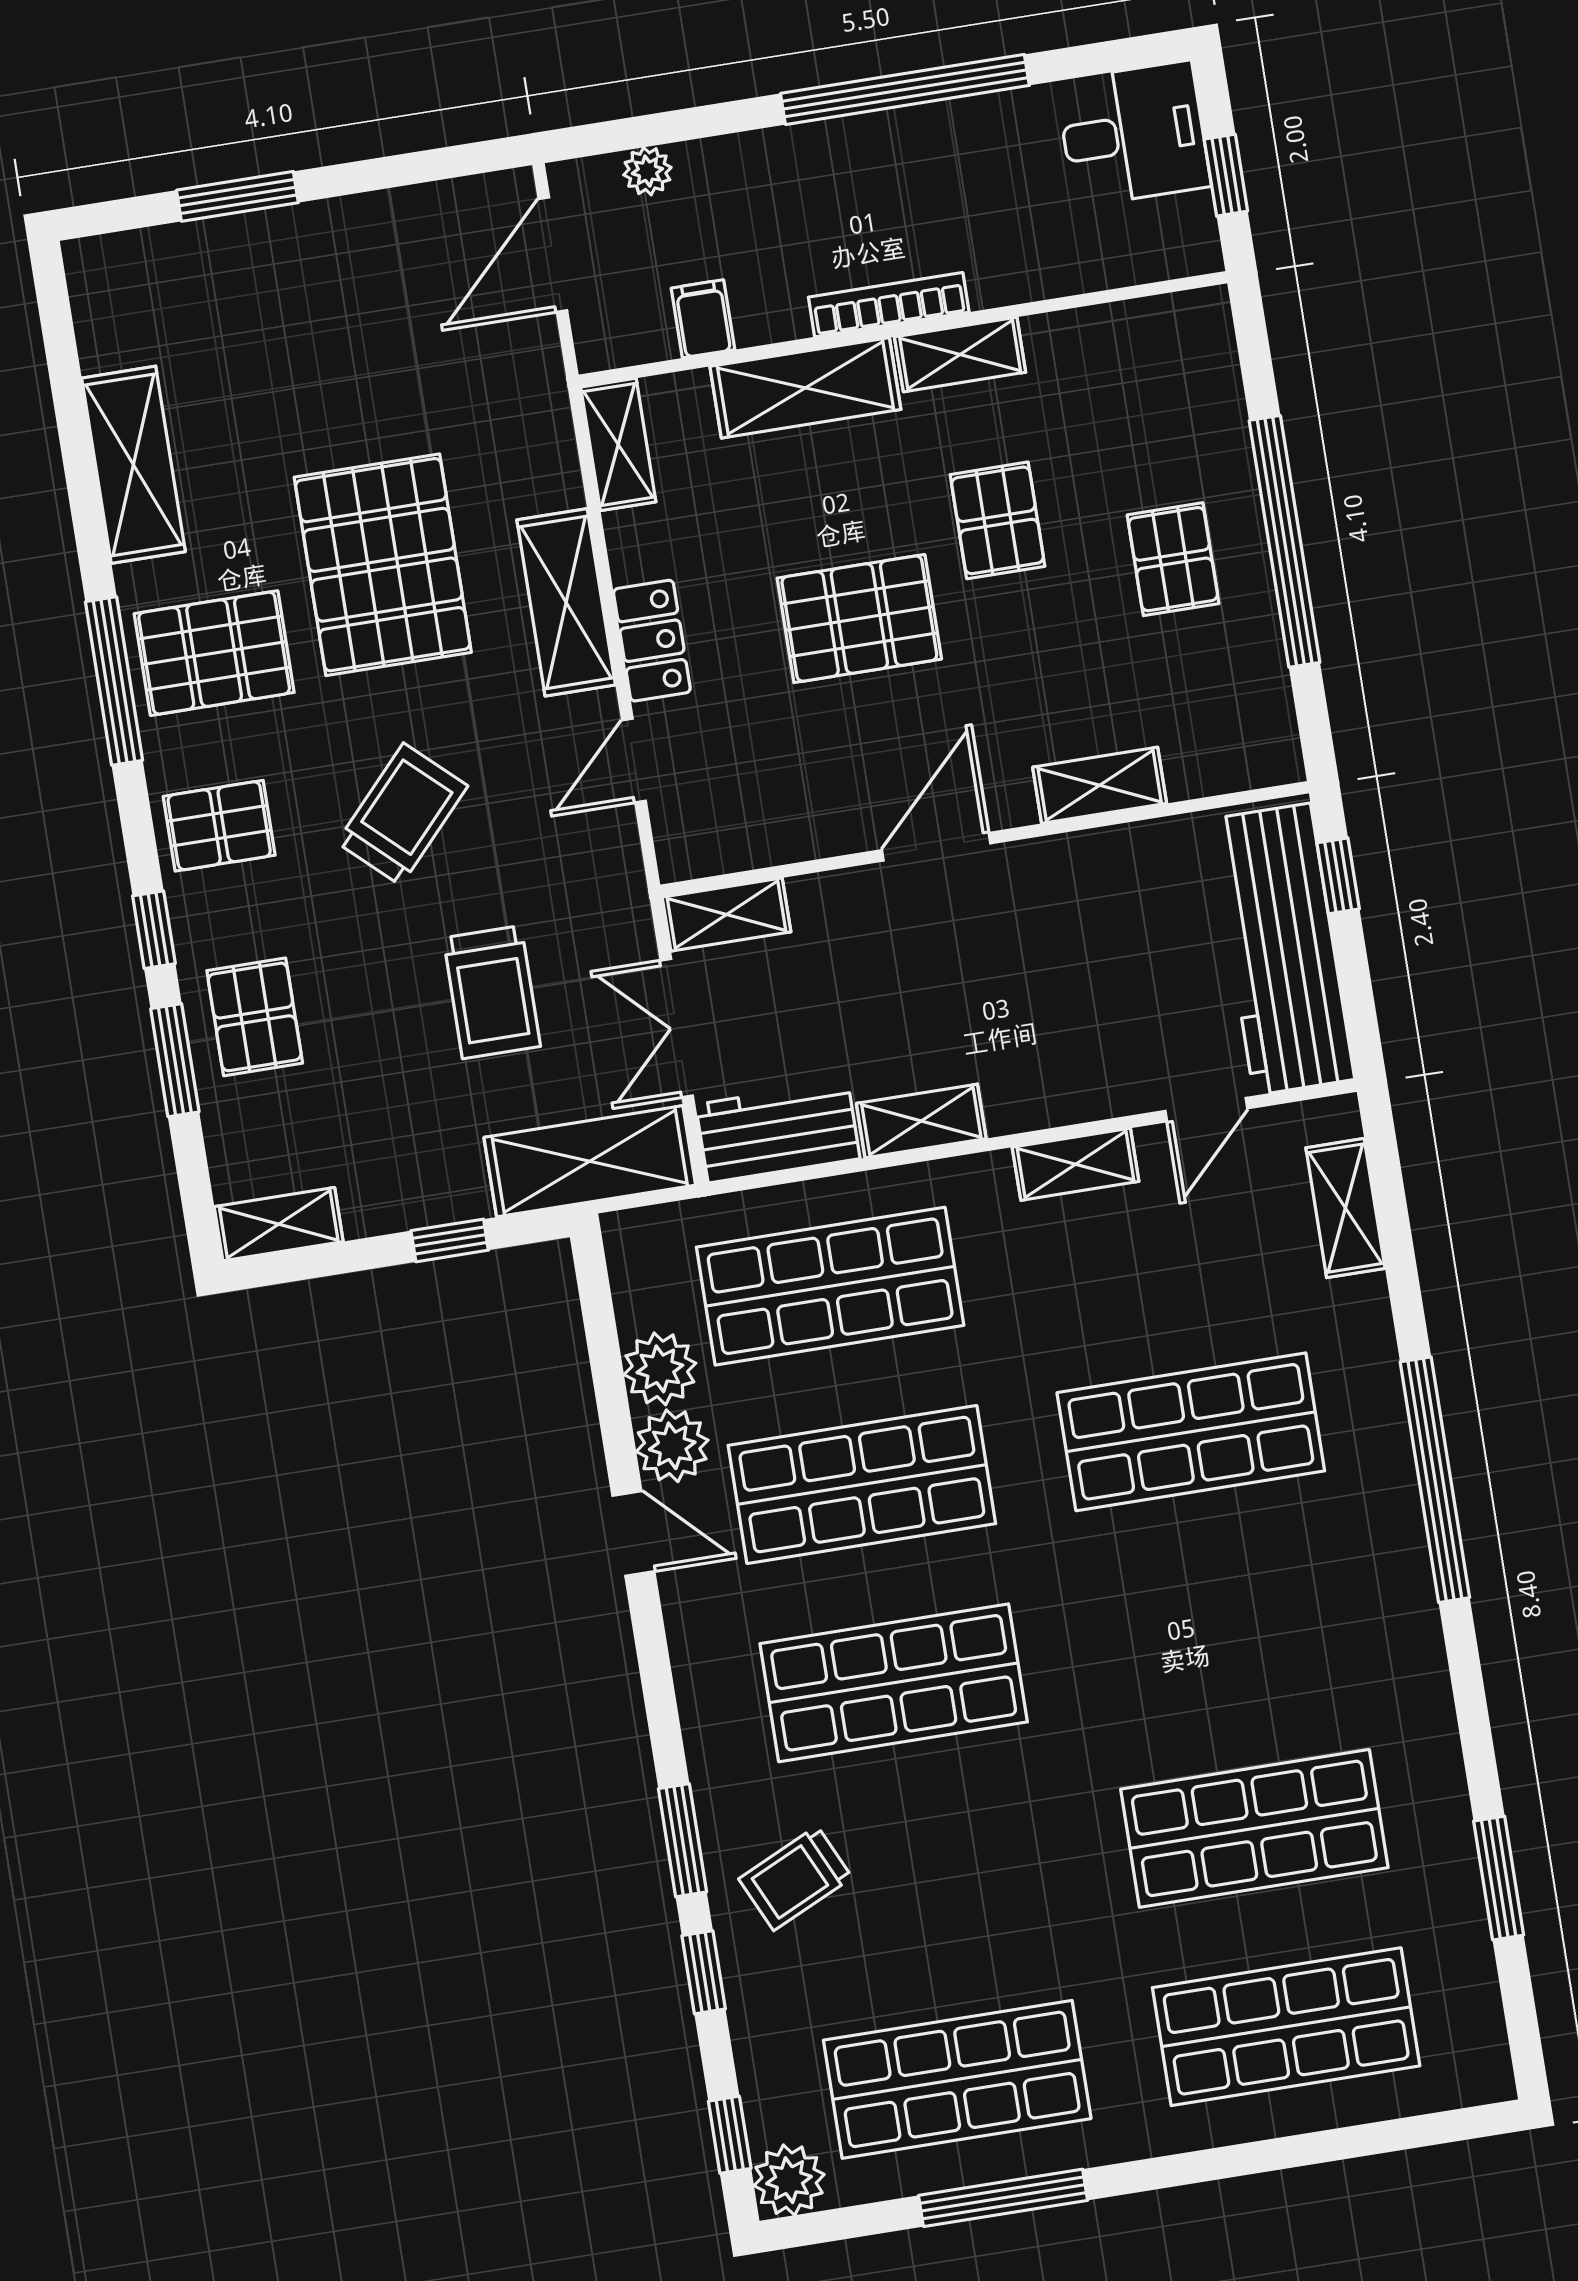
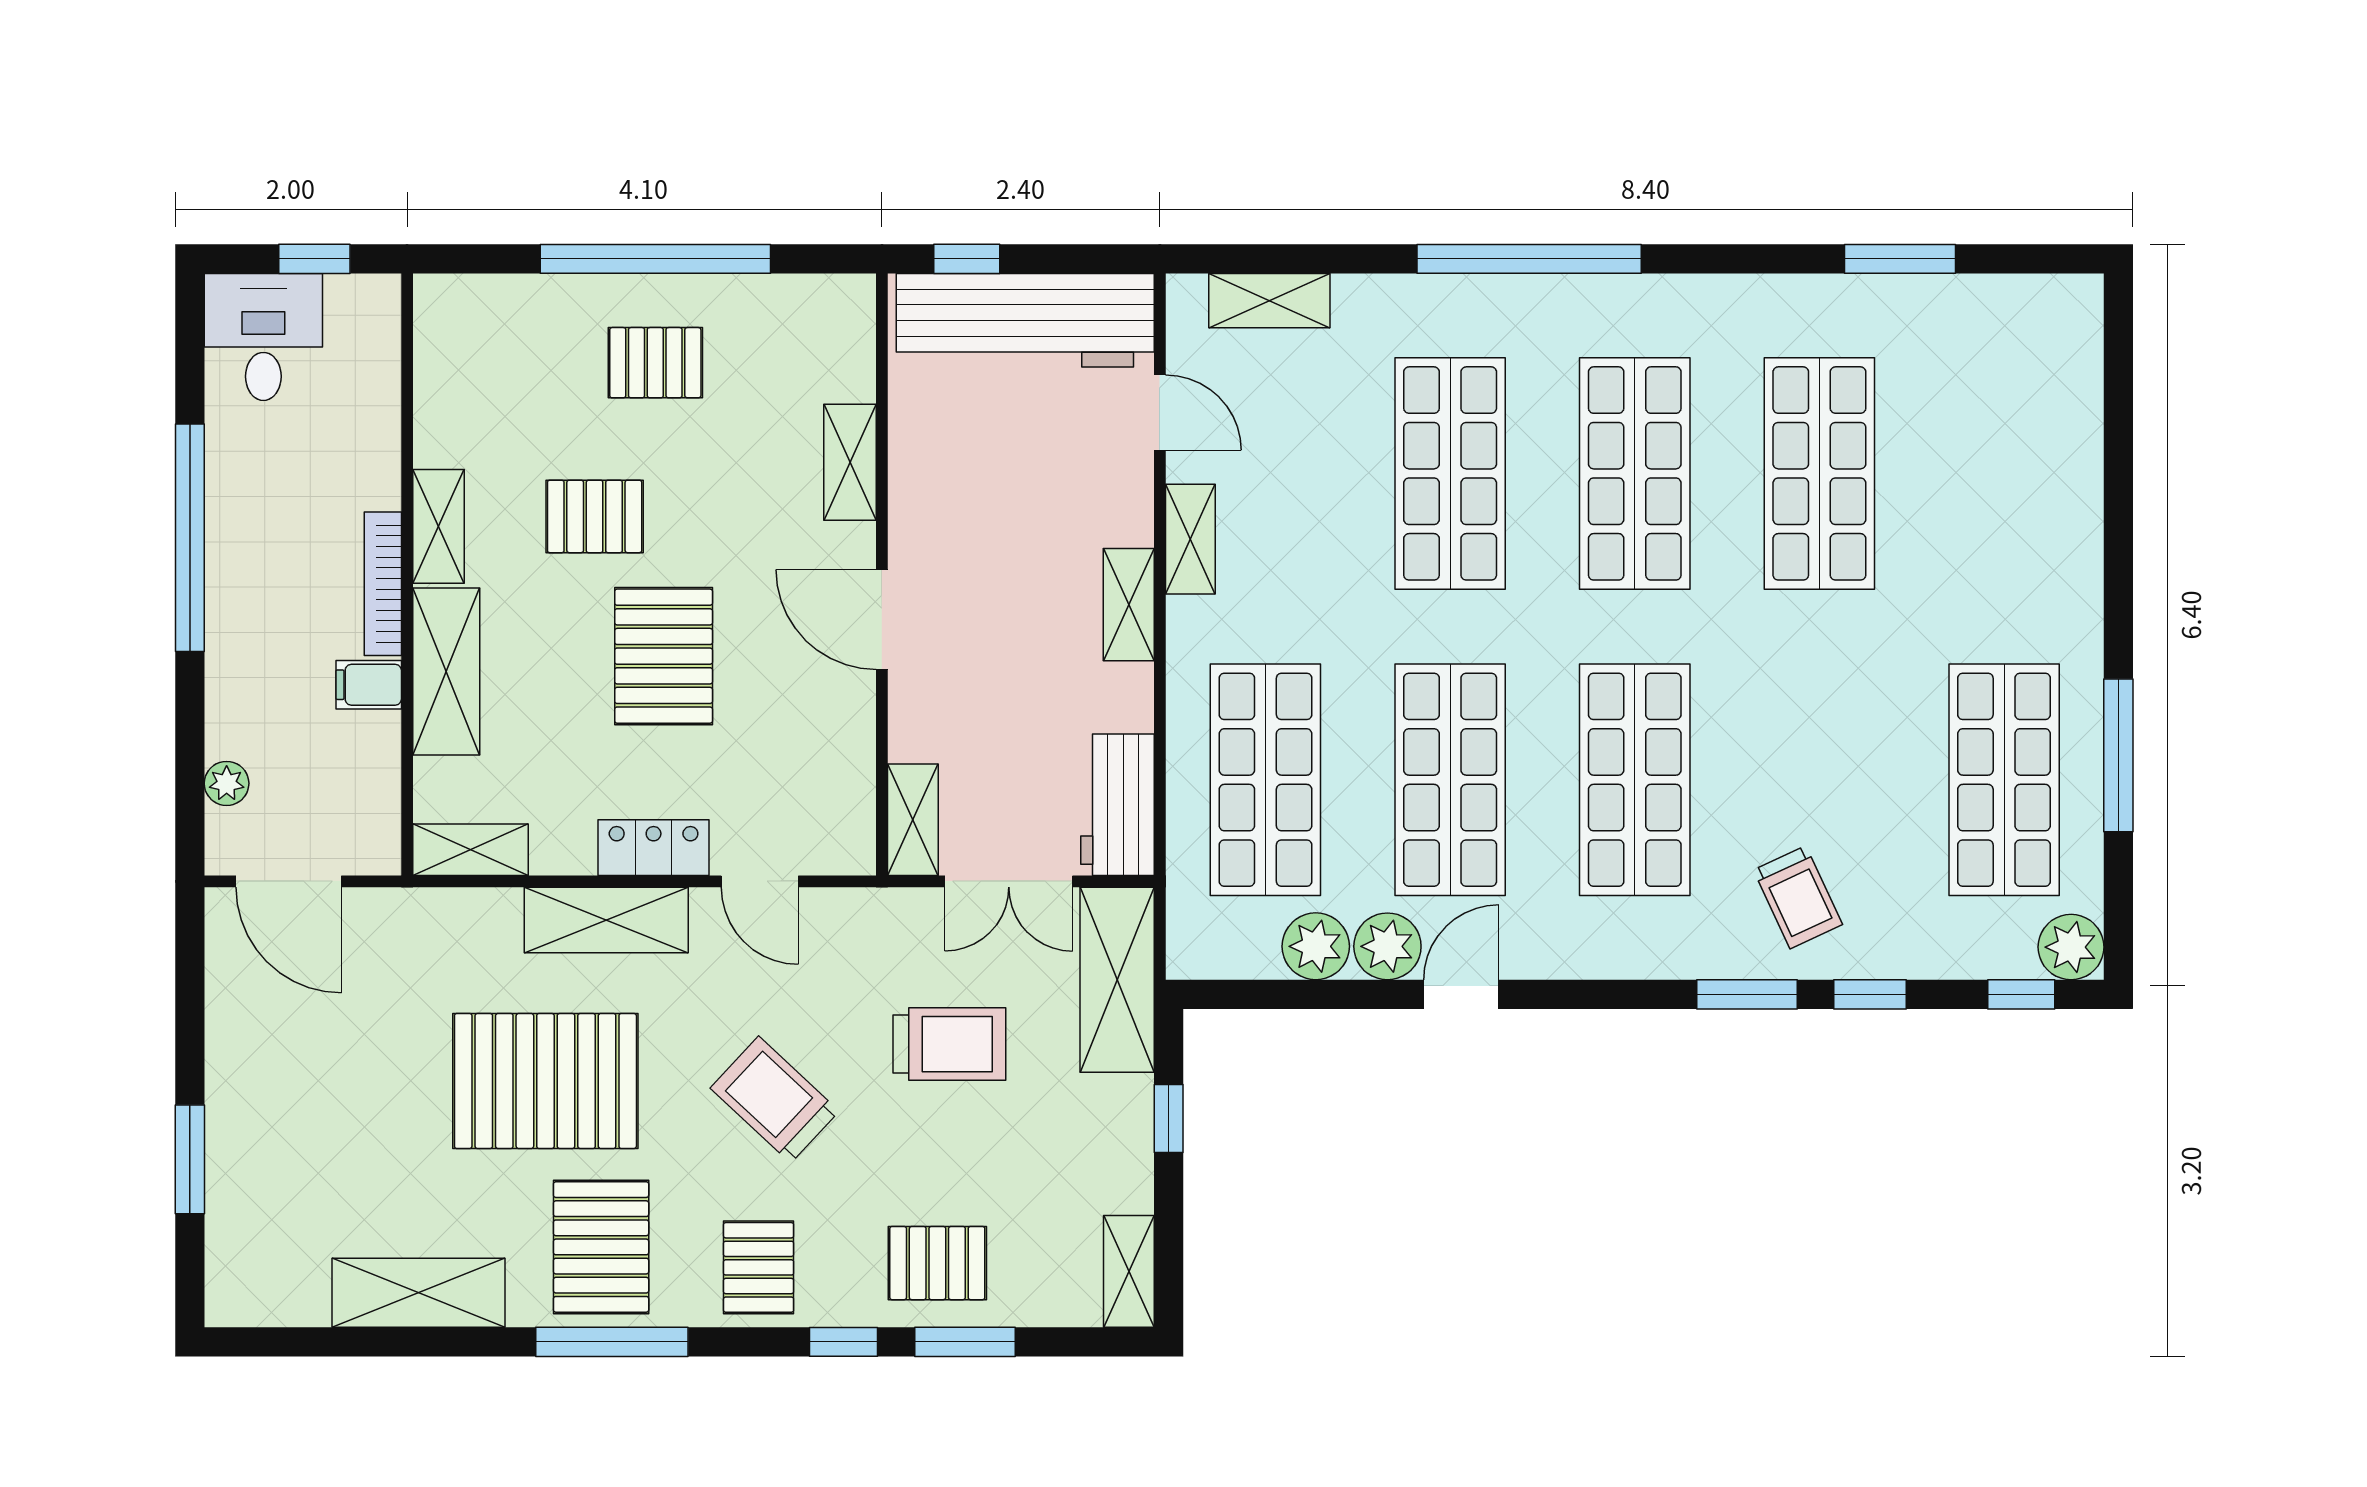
filing cabinet: (703, 319) -> (369, 685), moved
shelving: (921, 1121) -> (1129, 605), moved
shop shelf: (1286, 2027) -> (1635, 473), moved

